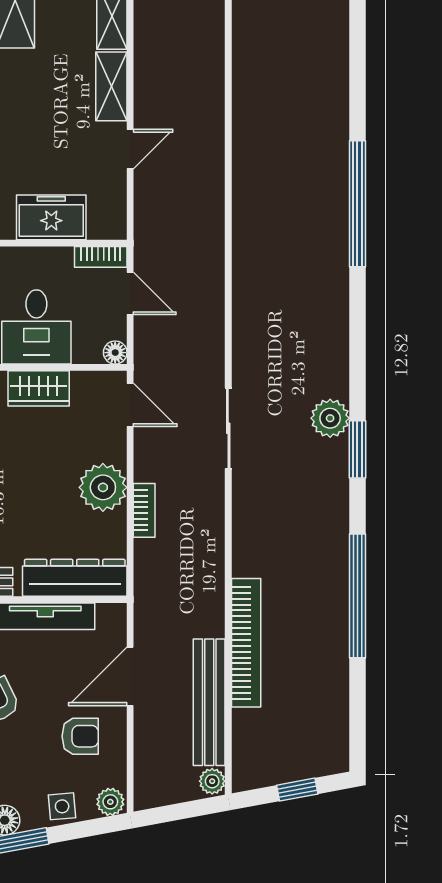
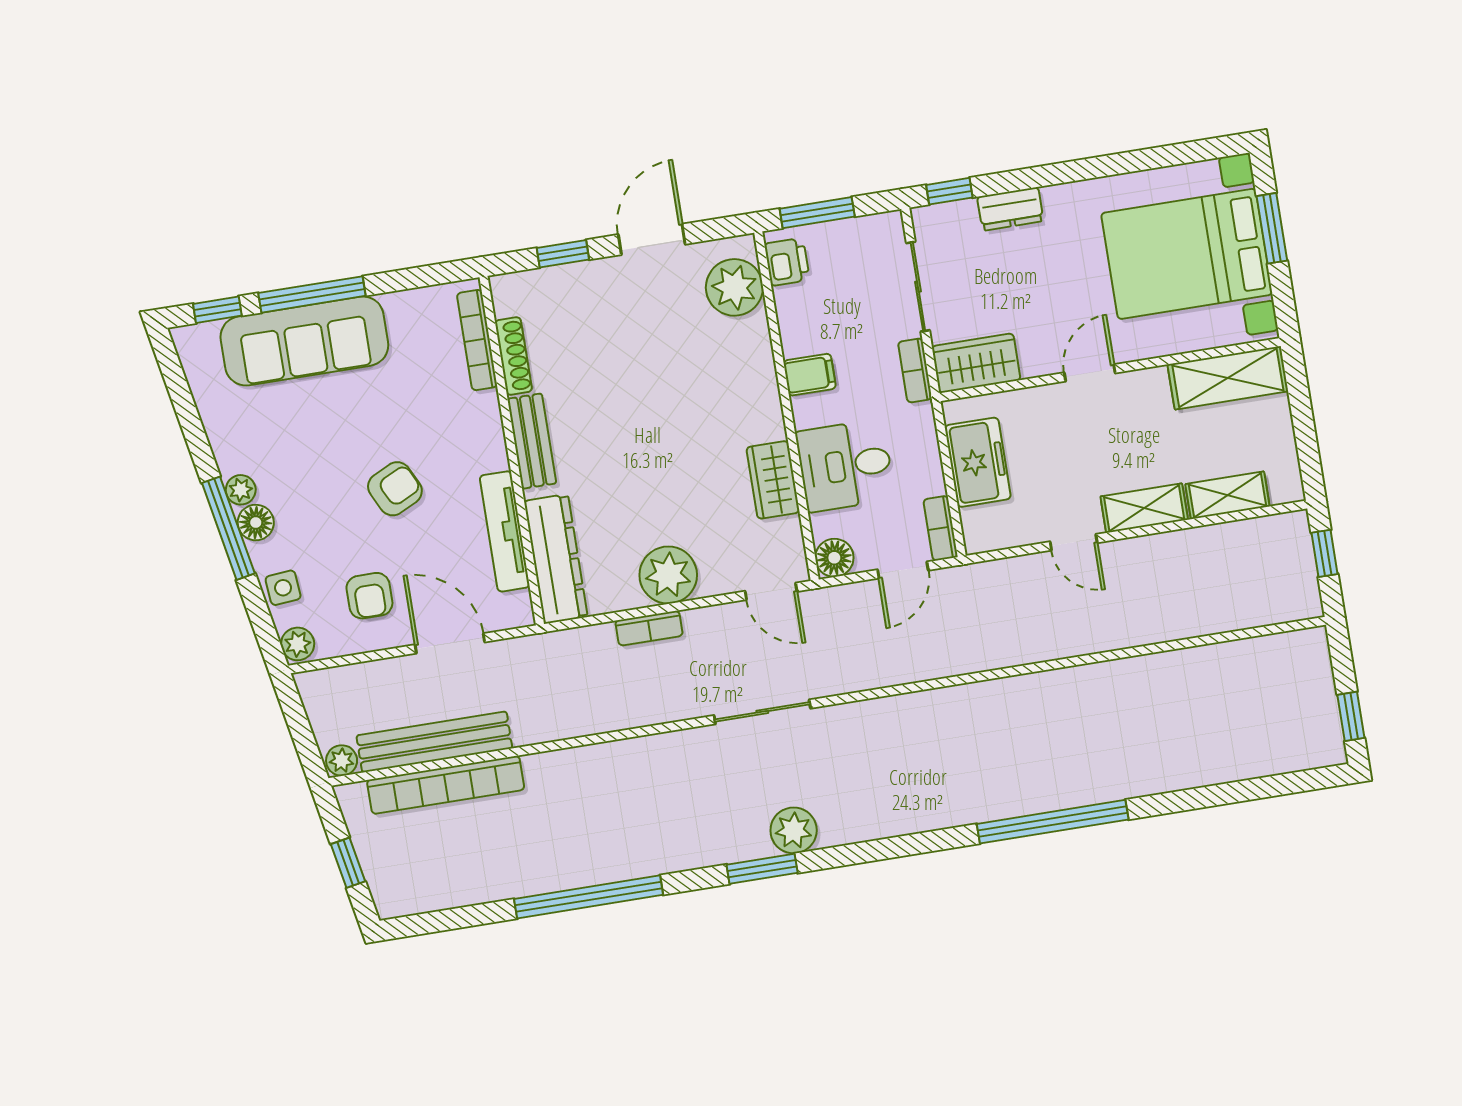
floor lamp: (115, 353) -> (834, 558), width x1.37, depth x1.37
door: (130, 405) -> (771, 591), hinge flipped
bookcase: (246, 643) -> (446, 785), moved

